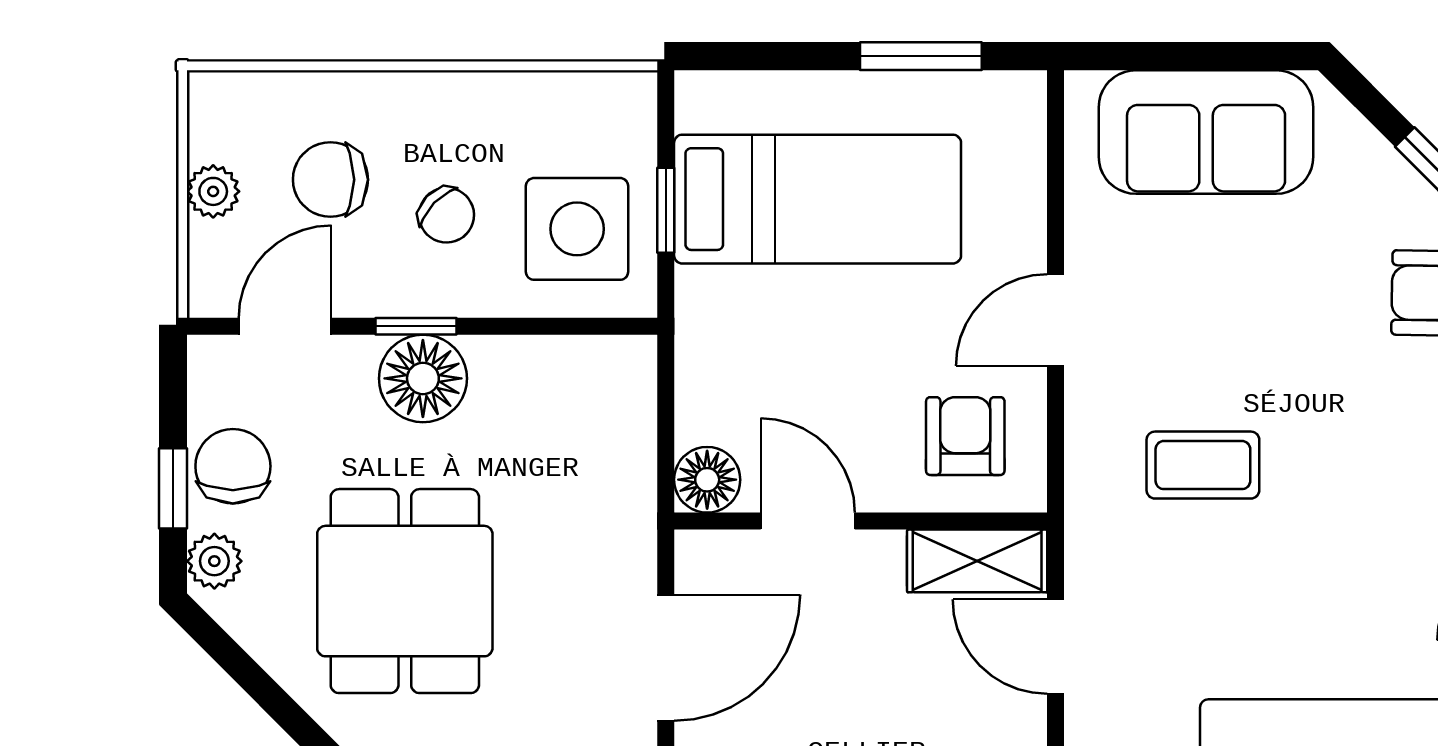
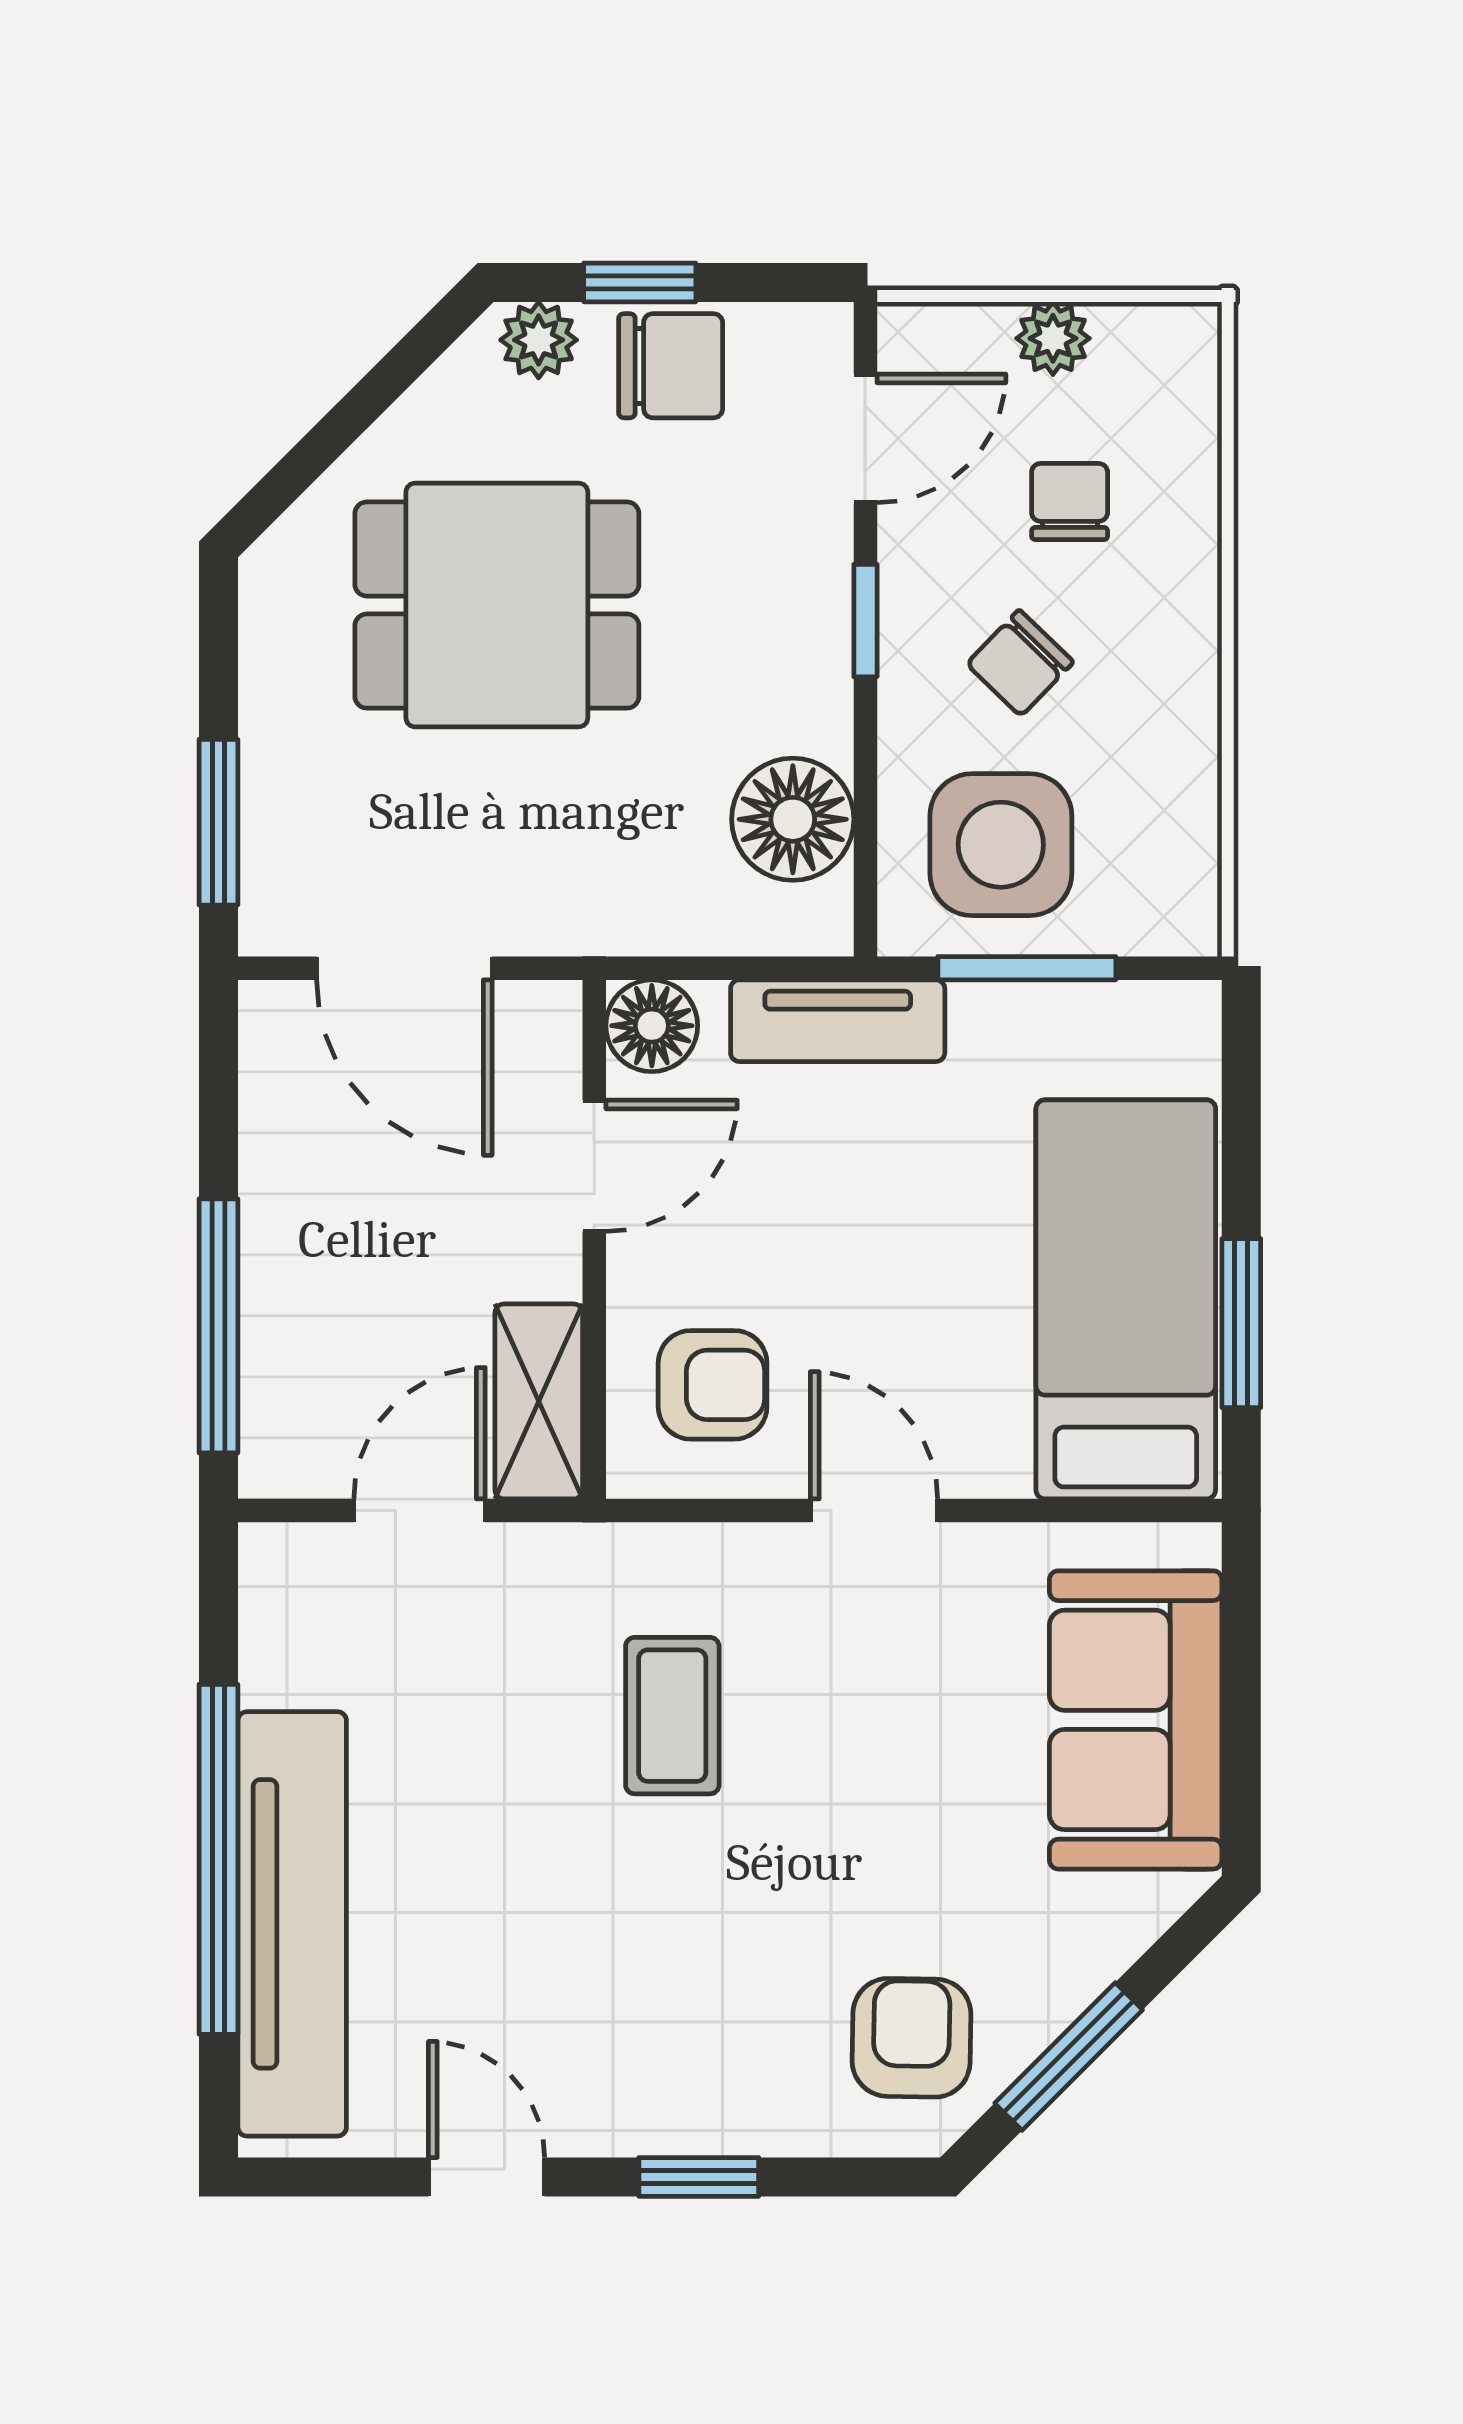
chair: (330, 180) -> (1070, 502), width x0.73, depth x0.73
bed: (818, 199) -> (1126, 1299), moved, turned 180
window: (666, 210) -> (1027, 968), width x1.50
door: (285, 326) -> (865, 438), hinge flipped
tv unit: (704, 346) -> (838, 1021), added
floor lamp: (423, 378) -> (793, 819), moved

